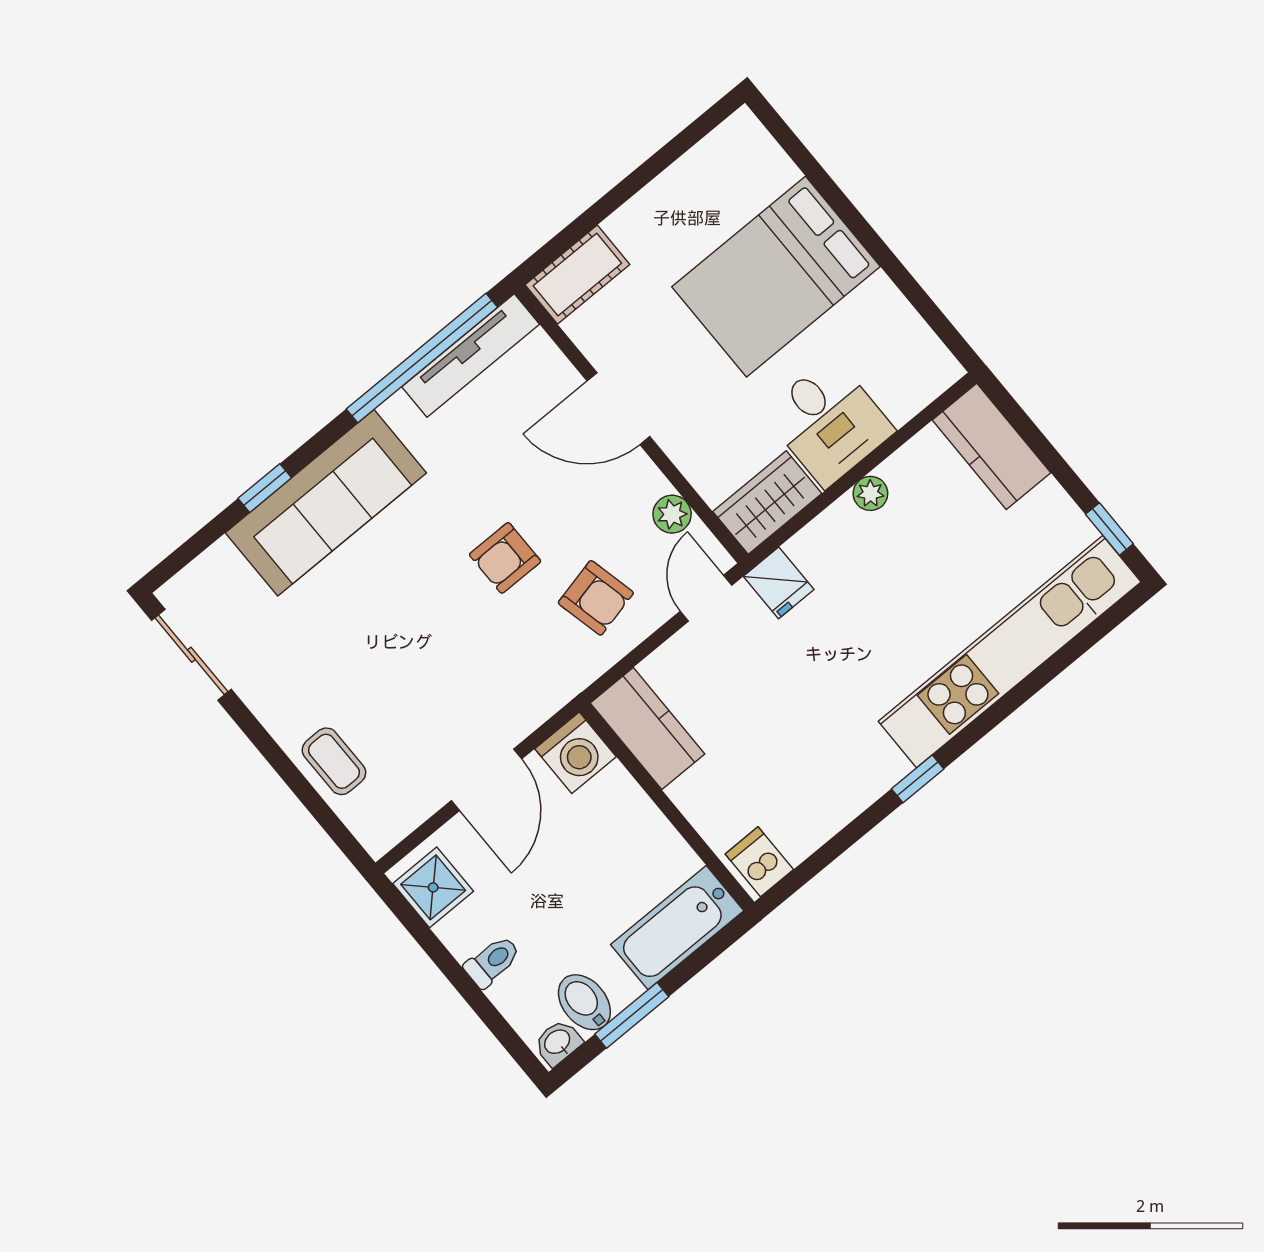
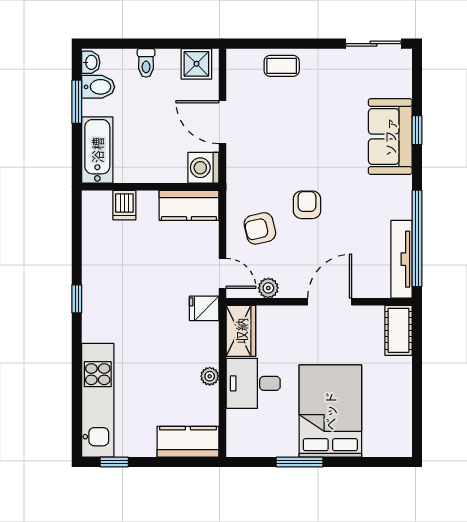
window: (887, 260) -> (300, 462), added
sofa: (326, 503) -> (390, 137), width x0.73
kitchen unit: (1010, 652) -> (98, 400), width x0.73
dishwasher: (759, 862) -> (124, 205), moved, turned 90

